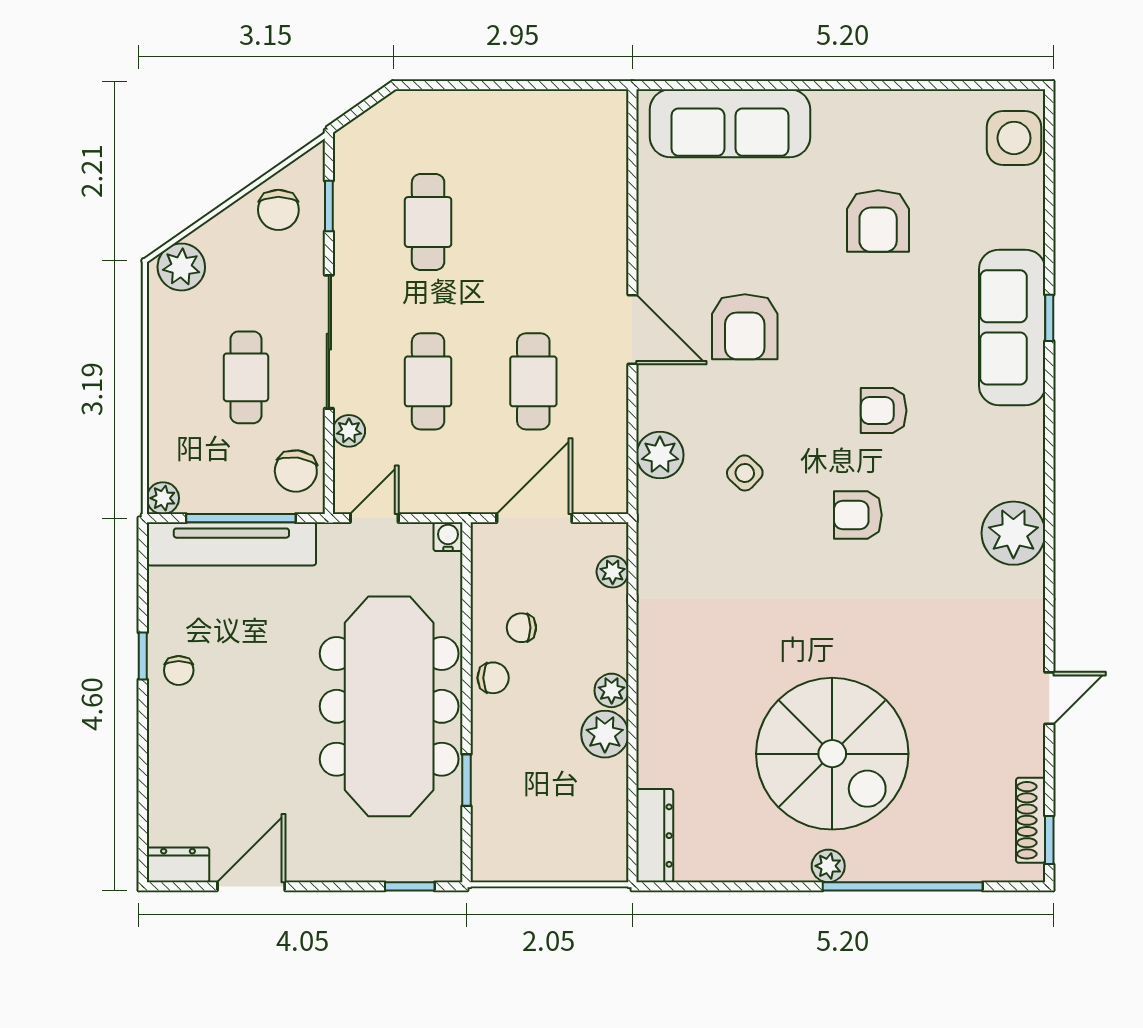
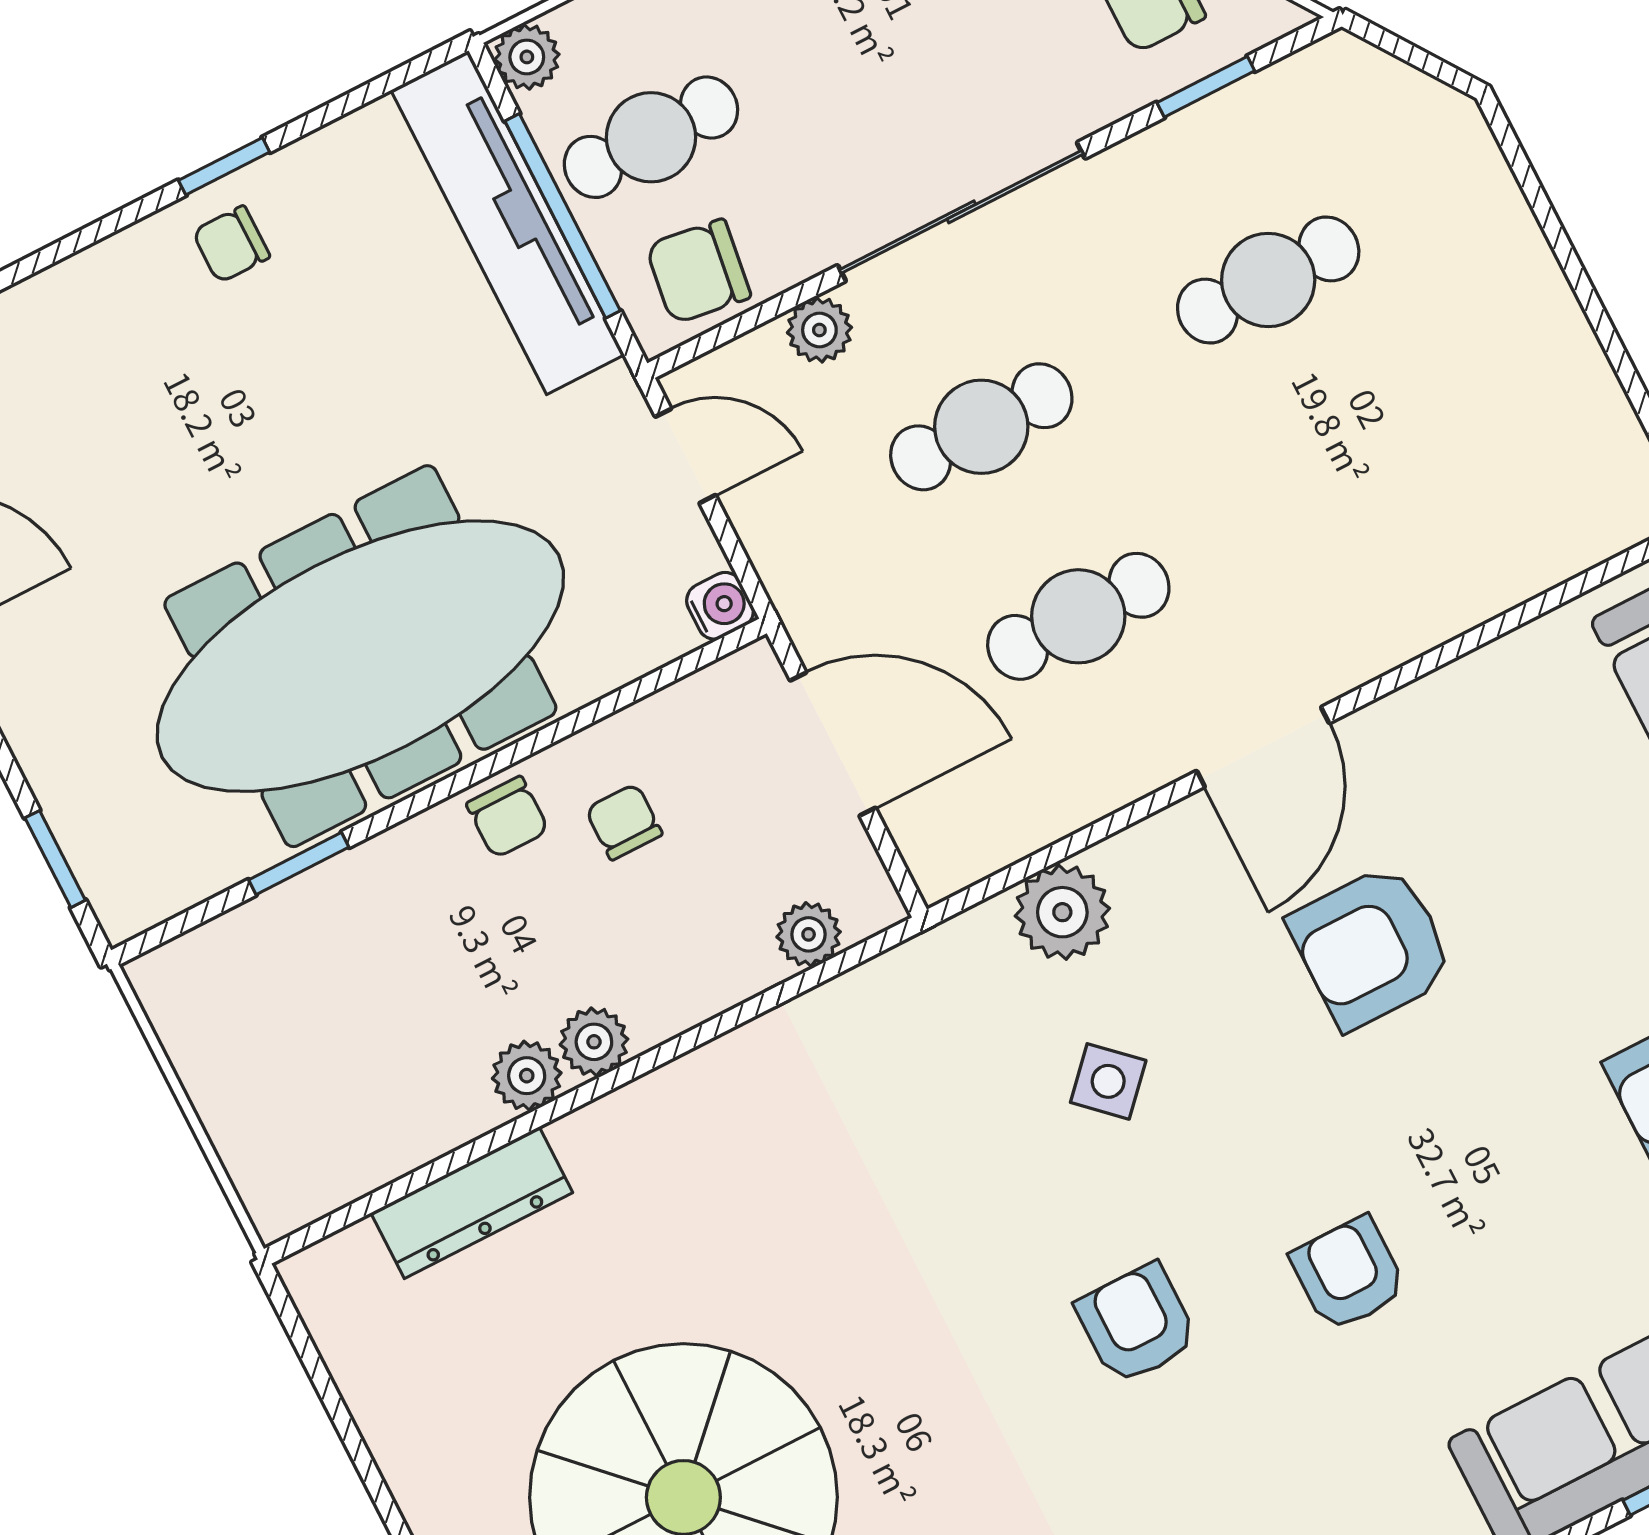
cafe table: (246, 377) -> (651, 137), moved
plant: (605, 734) -> (527, 1076), width x0.73, depth x0.73
dresser: (655, 836) -> (472, 1203), moved

